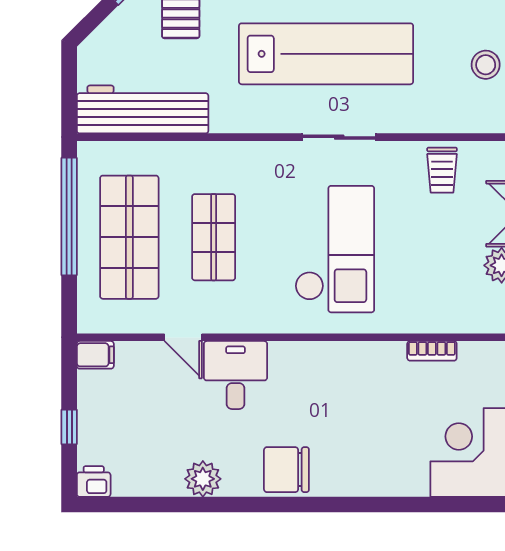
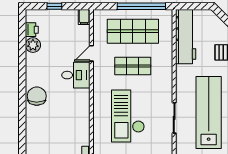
lab bench: (326, 54) -> (209, 112), turned 180
checkout: (335, 249) -> (128, 116), turned 90
plant: (203, 479) -> (33, 45), moved
printer: (94, 482) -> (32, 30), moved

